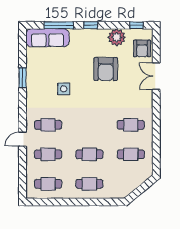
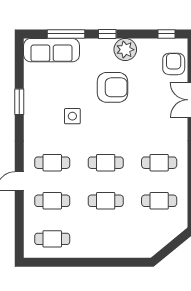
plant: (117, 37) -> (125, 50), moved
armchair: (142, 48) -> (174, 64), turned 180
armchair: (106, 69) -> (112, 87), moved, turned -90
cafe table: (89, 184) -> (106, 163), moved

